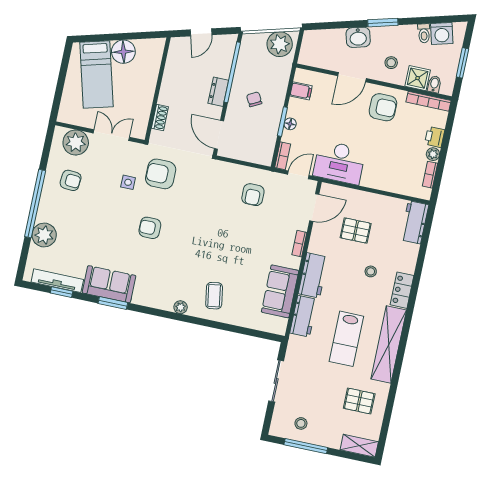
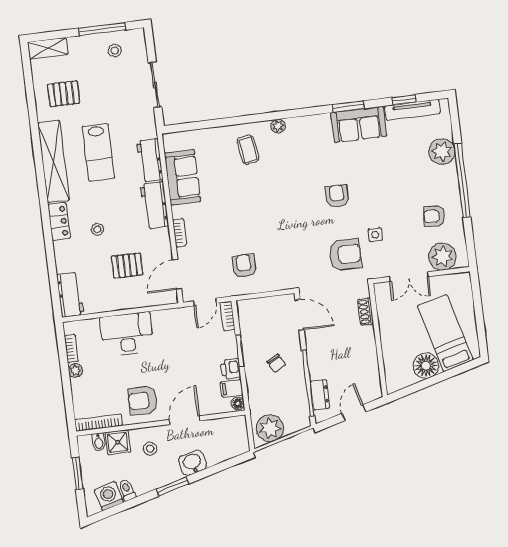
dresser: (218, 92) -> (320, 395), moved
floor lamp: (290, 124) -> (238, 403), moved
printer: (435, 137) -> (231, 369), moved, turned 180
desk: (339, 162) -> (127, 334), moved
armchair: (150, 228) -> (337, 196), turned -90
lab bench: (346, 339) -> (98, 152), turned 180

